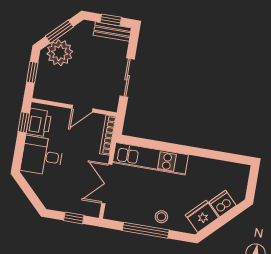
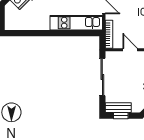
sliding door: (127, 78) -> (102, 77), width x1.37
door: (82, 109) -> (130, 50), hinge flipped

